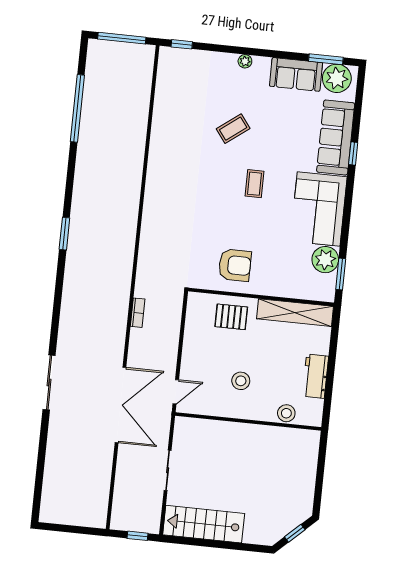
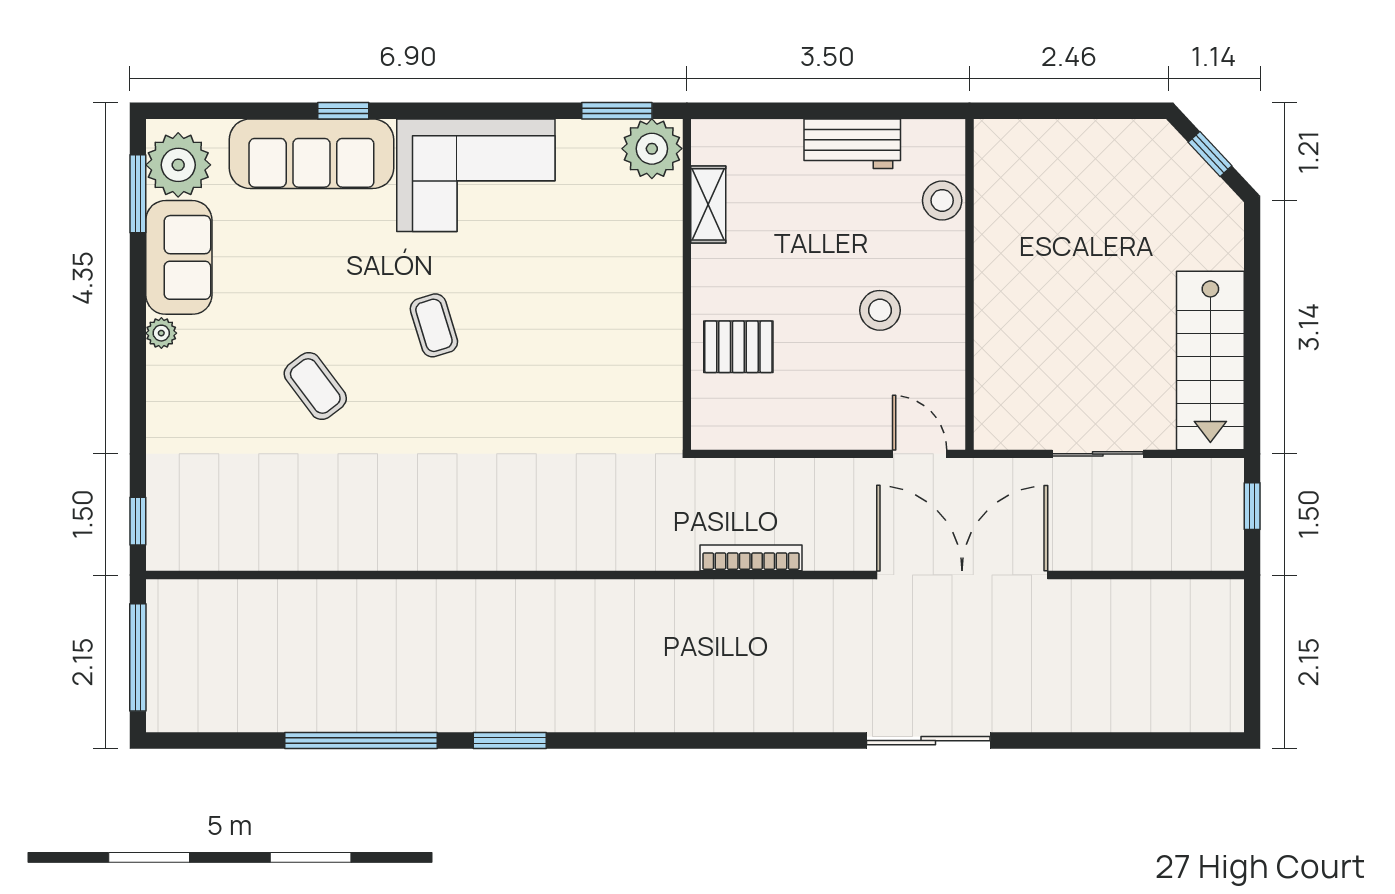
plant: (245, 61) -> (161, 333), moved
window: (77, 108) -> (361, 741), moved
coffee table: (254, 184) -> (434, 325), turned 73
window: (64, 234) -> (510, 741), moved
plant: (325, 260) -> (652, 149), moved
armchair: (235, 265) -> (622, 350), removed
bookcase: (138, 313) -> (751, 558), width x1.56
shelving: (295, 313) -> (708, 204), width x0.45, depth x0.75
pallet: (231, 317) -> (738, 347), turned 90

